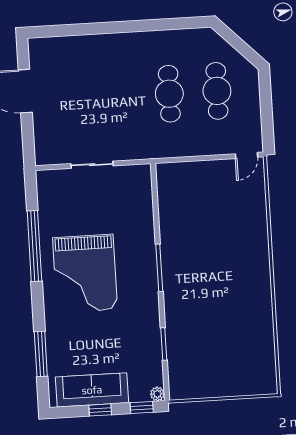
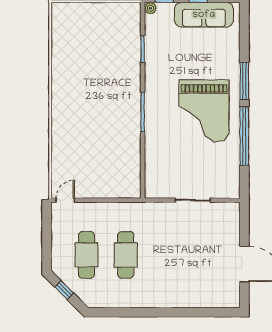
window: (241, 47) -> (64, 290), added
grand piano: (85, 274) -> (204, 111), turned 180
window: (41, 354) -> (244, 81), moved

